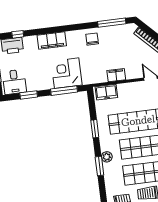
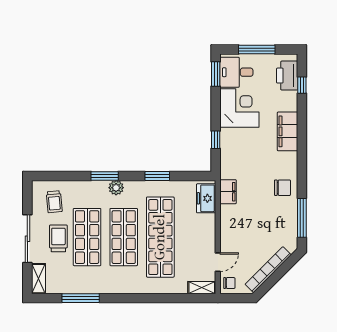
corner desk: (67, 73) -> (239, 108), moved
filing cabinet: (116, 75) -> (228, 192), moved
window: (64, 91) -> (216, 140), width x0.46
window: (29, 95) -> (216, 74), moved

